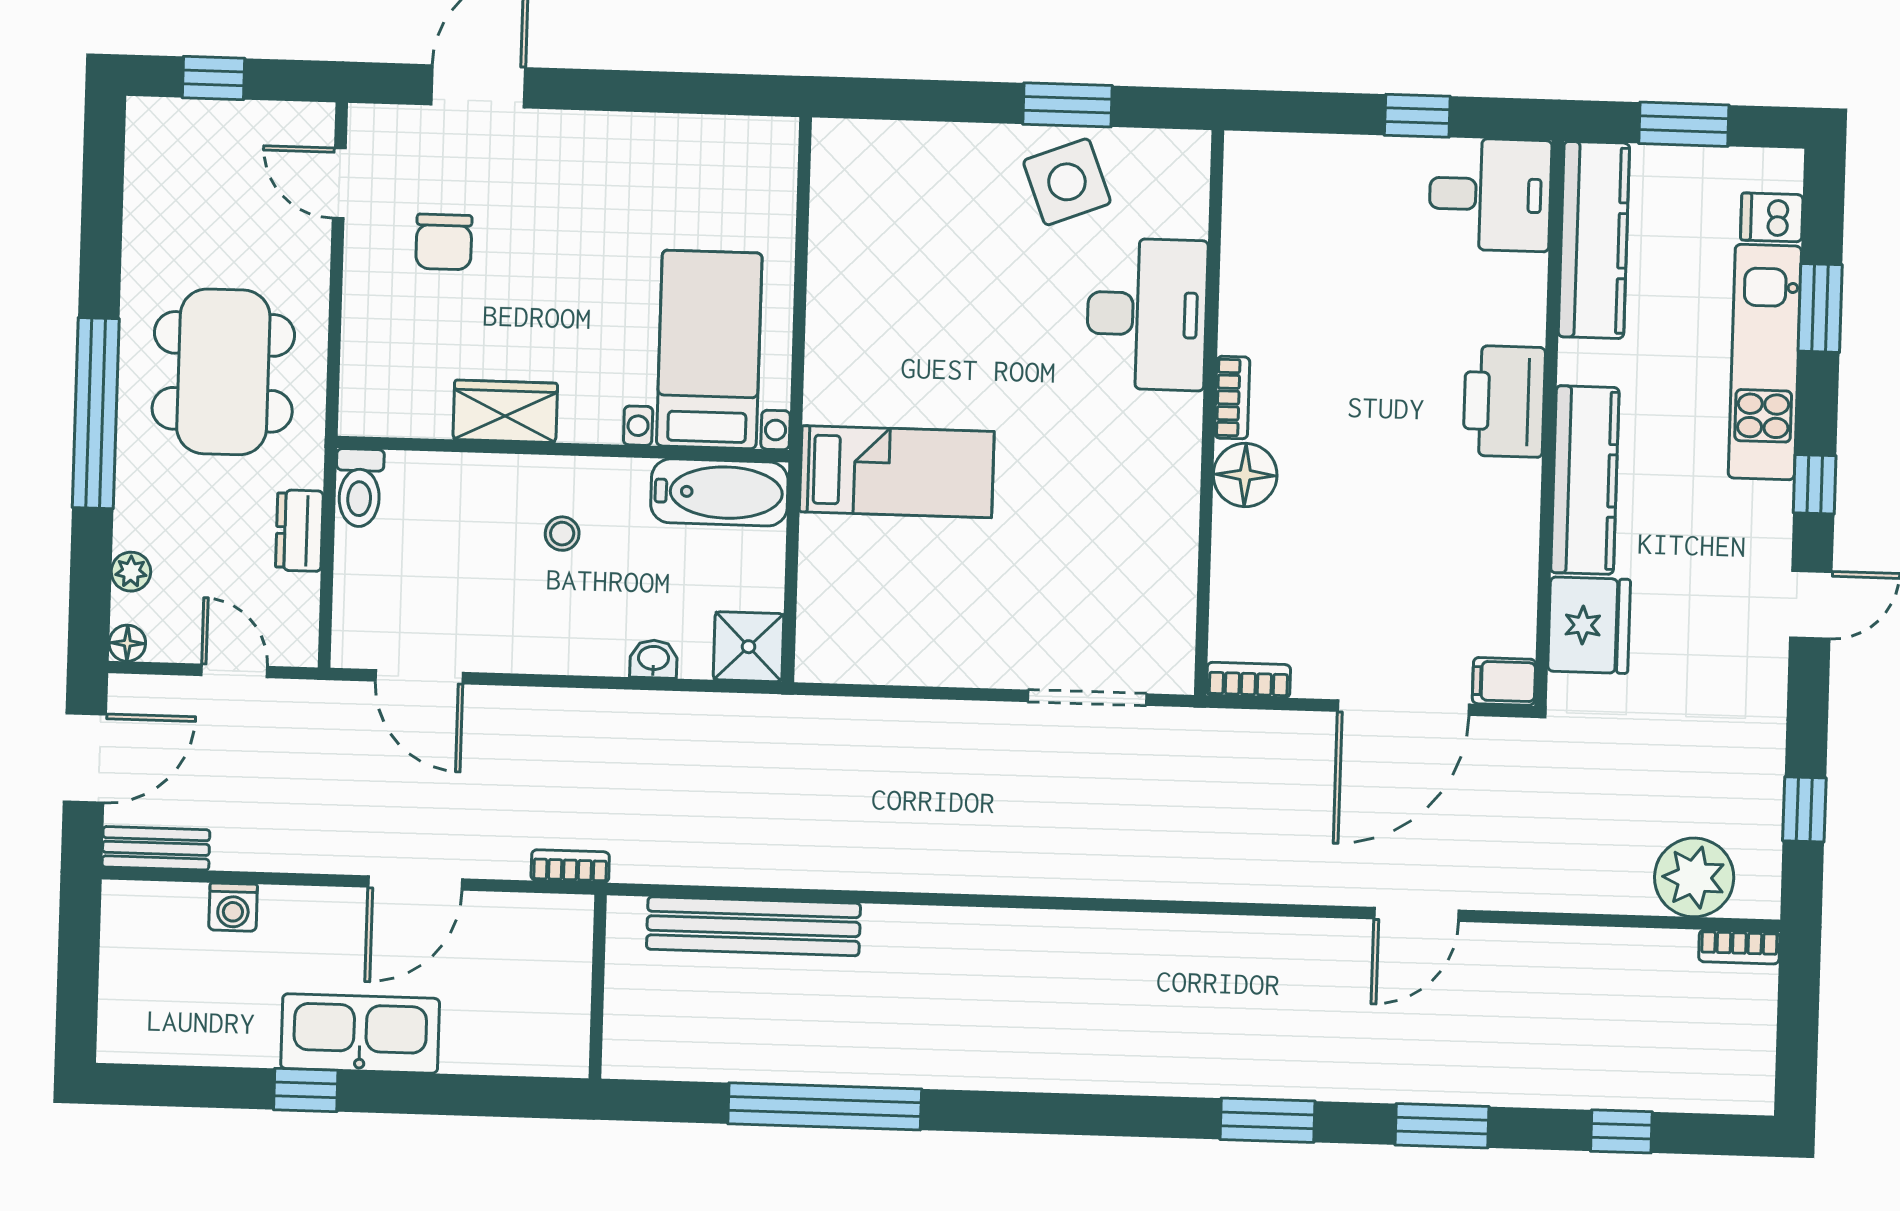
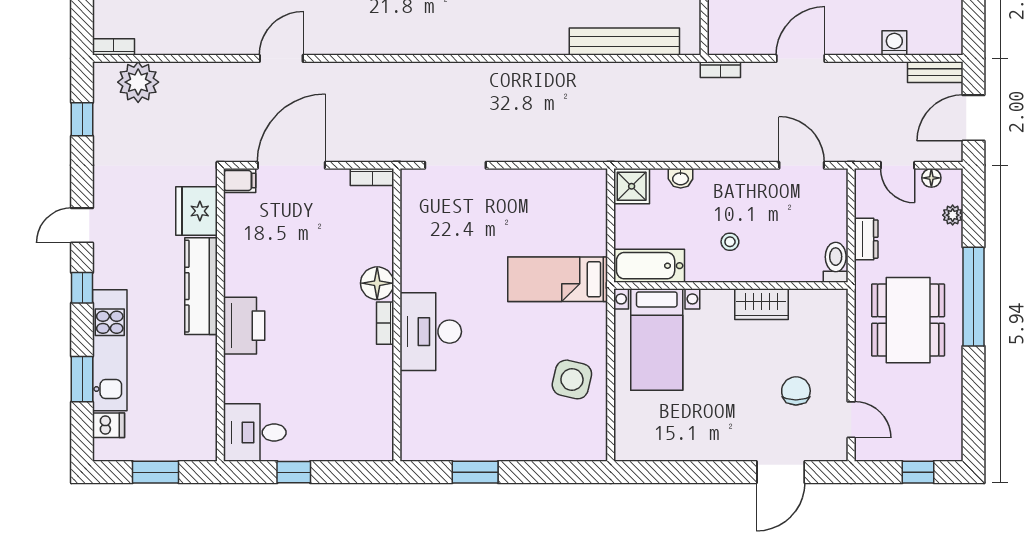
side table: (1067, 182) -> (572, 379), moved, turned 34
kitchen counter: (1594, 240) -> (200, 411), removed
desk: (1147, 314) -> (431, 332), moved
floor lamp: (127, 643) -> (931, 178), moved

